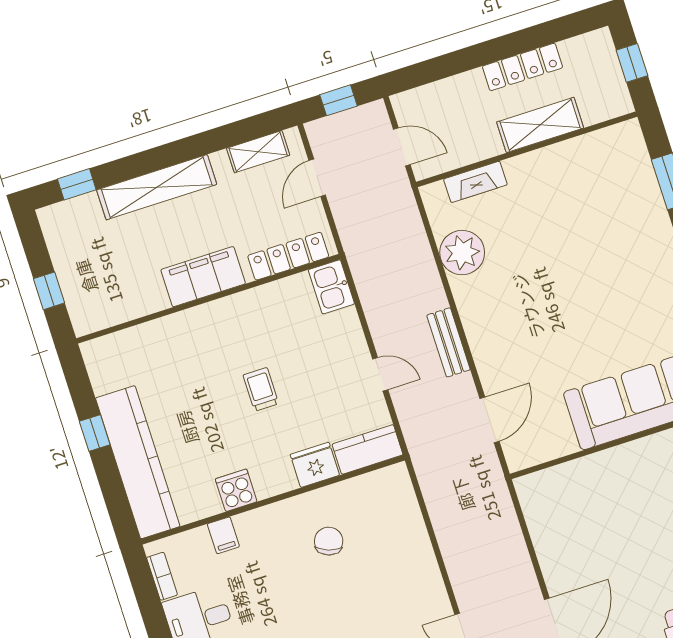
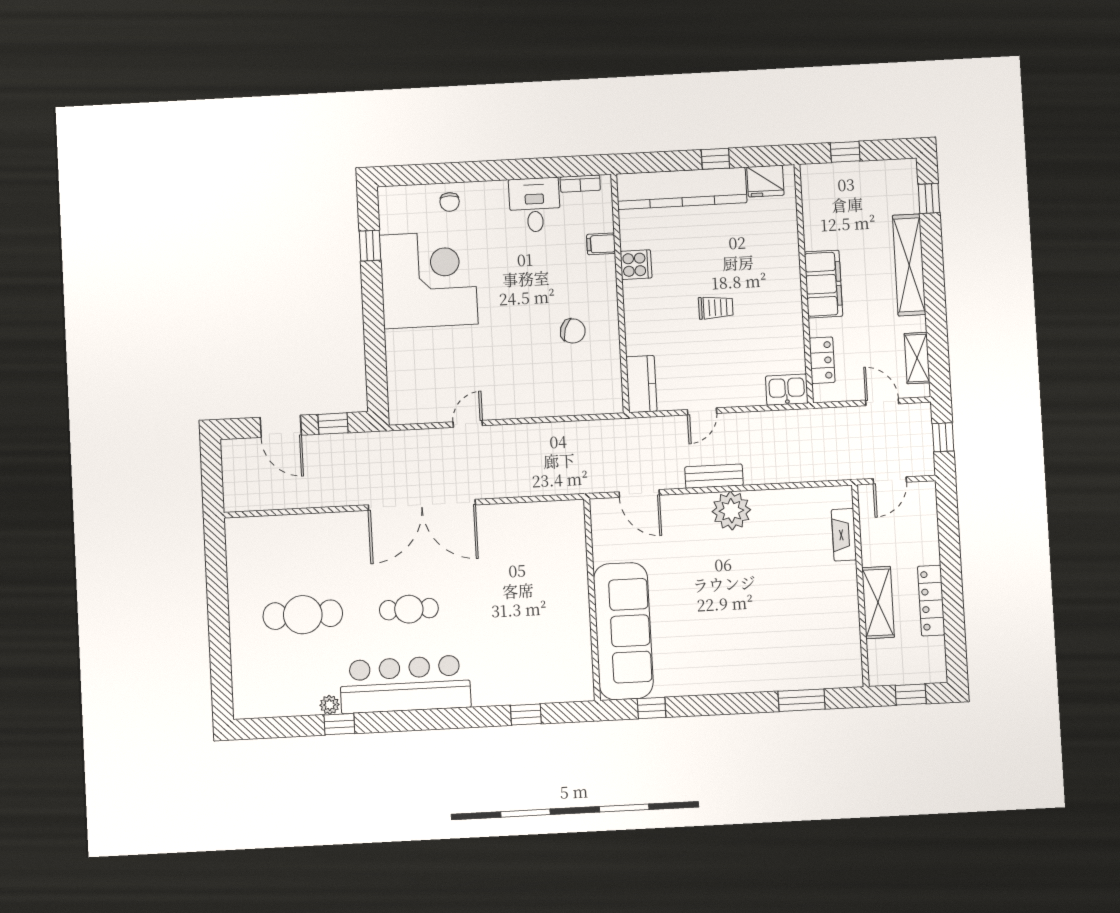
plant: (462, 253) -> (731, 511), moved
locker: (288, 256) -> (822, 360), width x0.66
fridge: (315, 465) -> (765, 181), moved, turned 90

